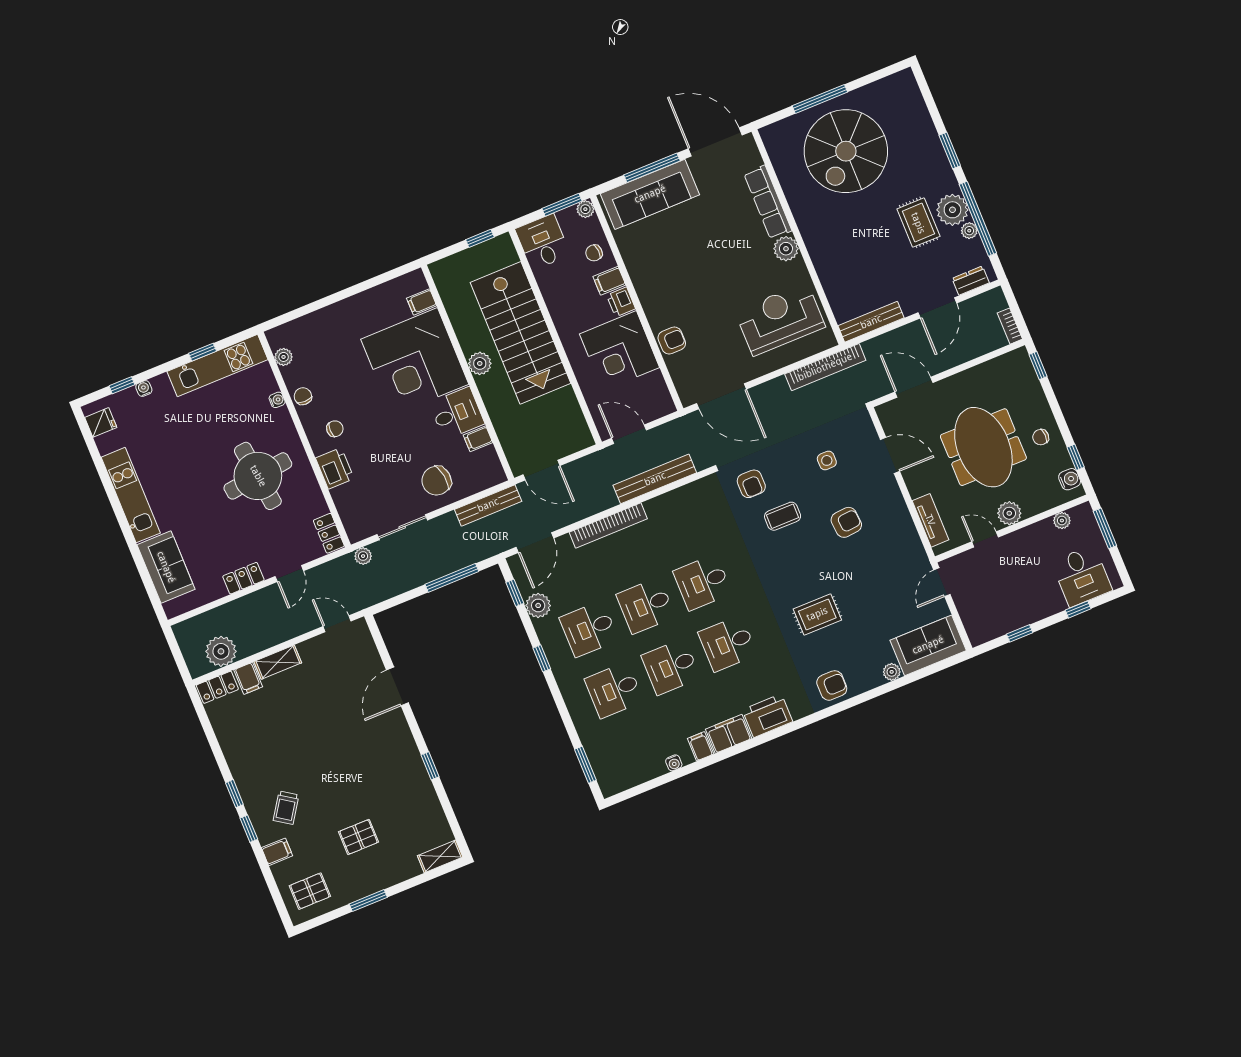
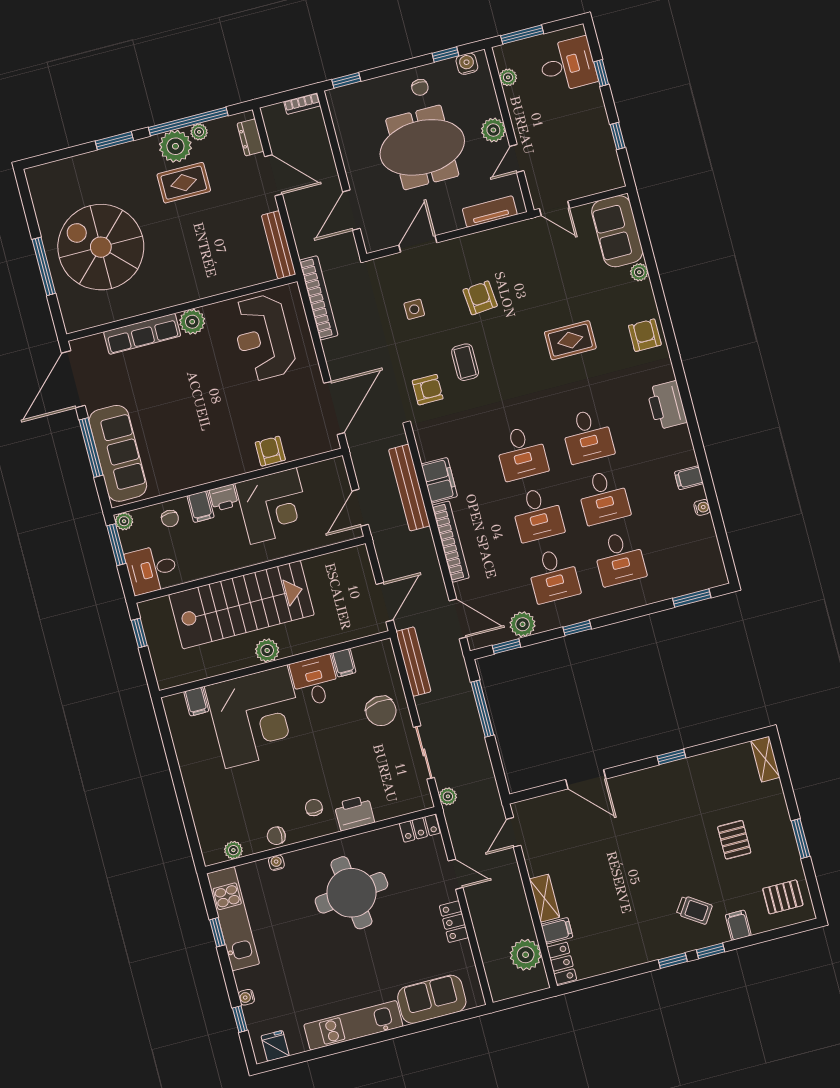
spiral stairs: (846, 151) -> (101, 247), turned 180
rug: (817, 614) -> (570, 340), turned 90
filing cabinet: (729, 734) -> (439, 480), moved, turned 180
pallet: (310, 891) -> (783, 897), turned 90

